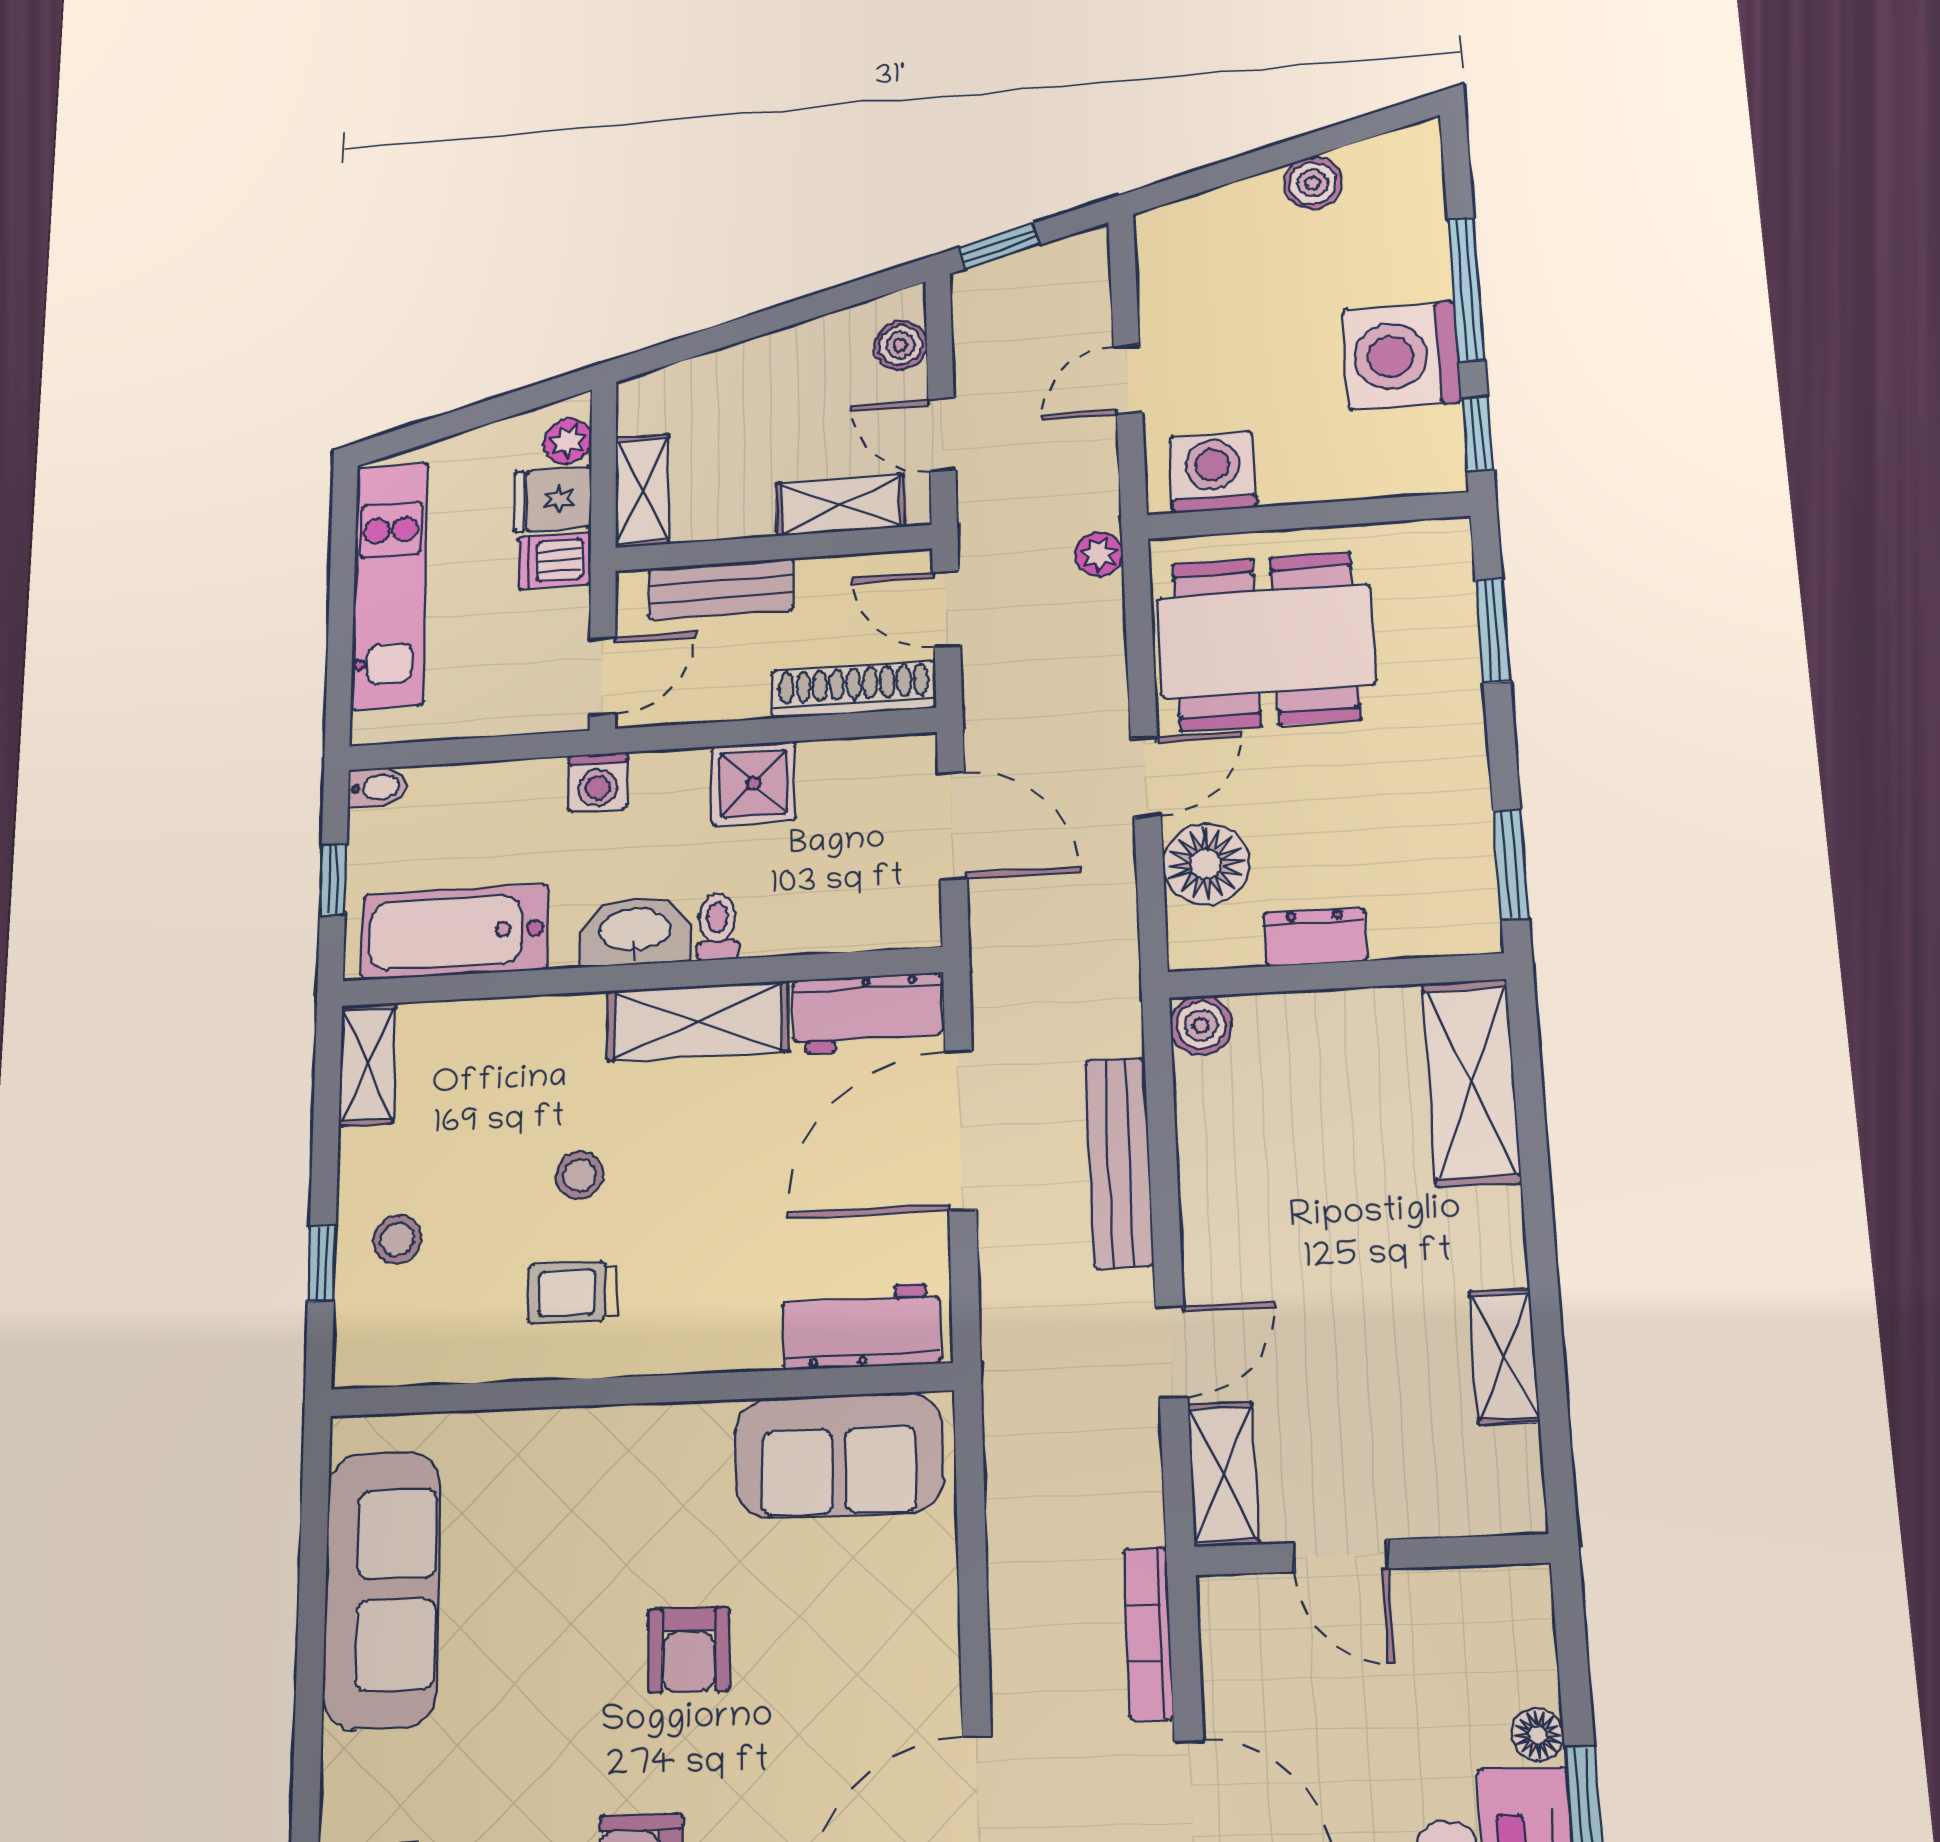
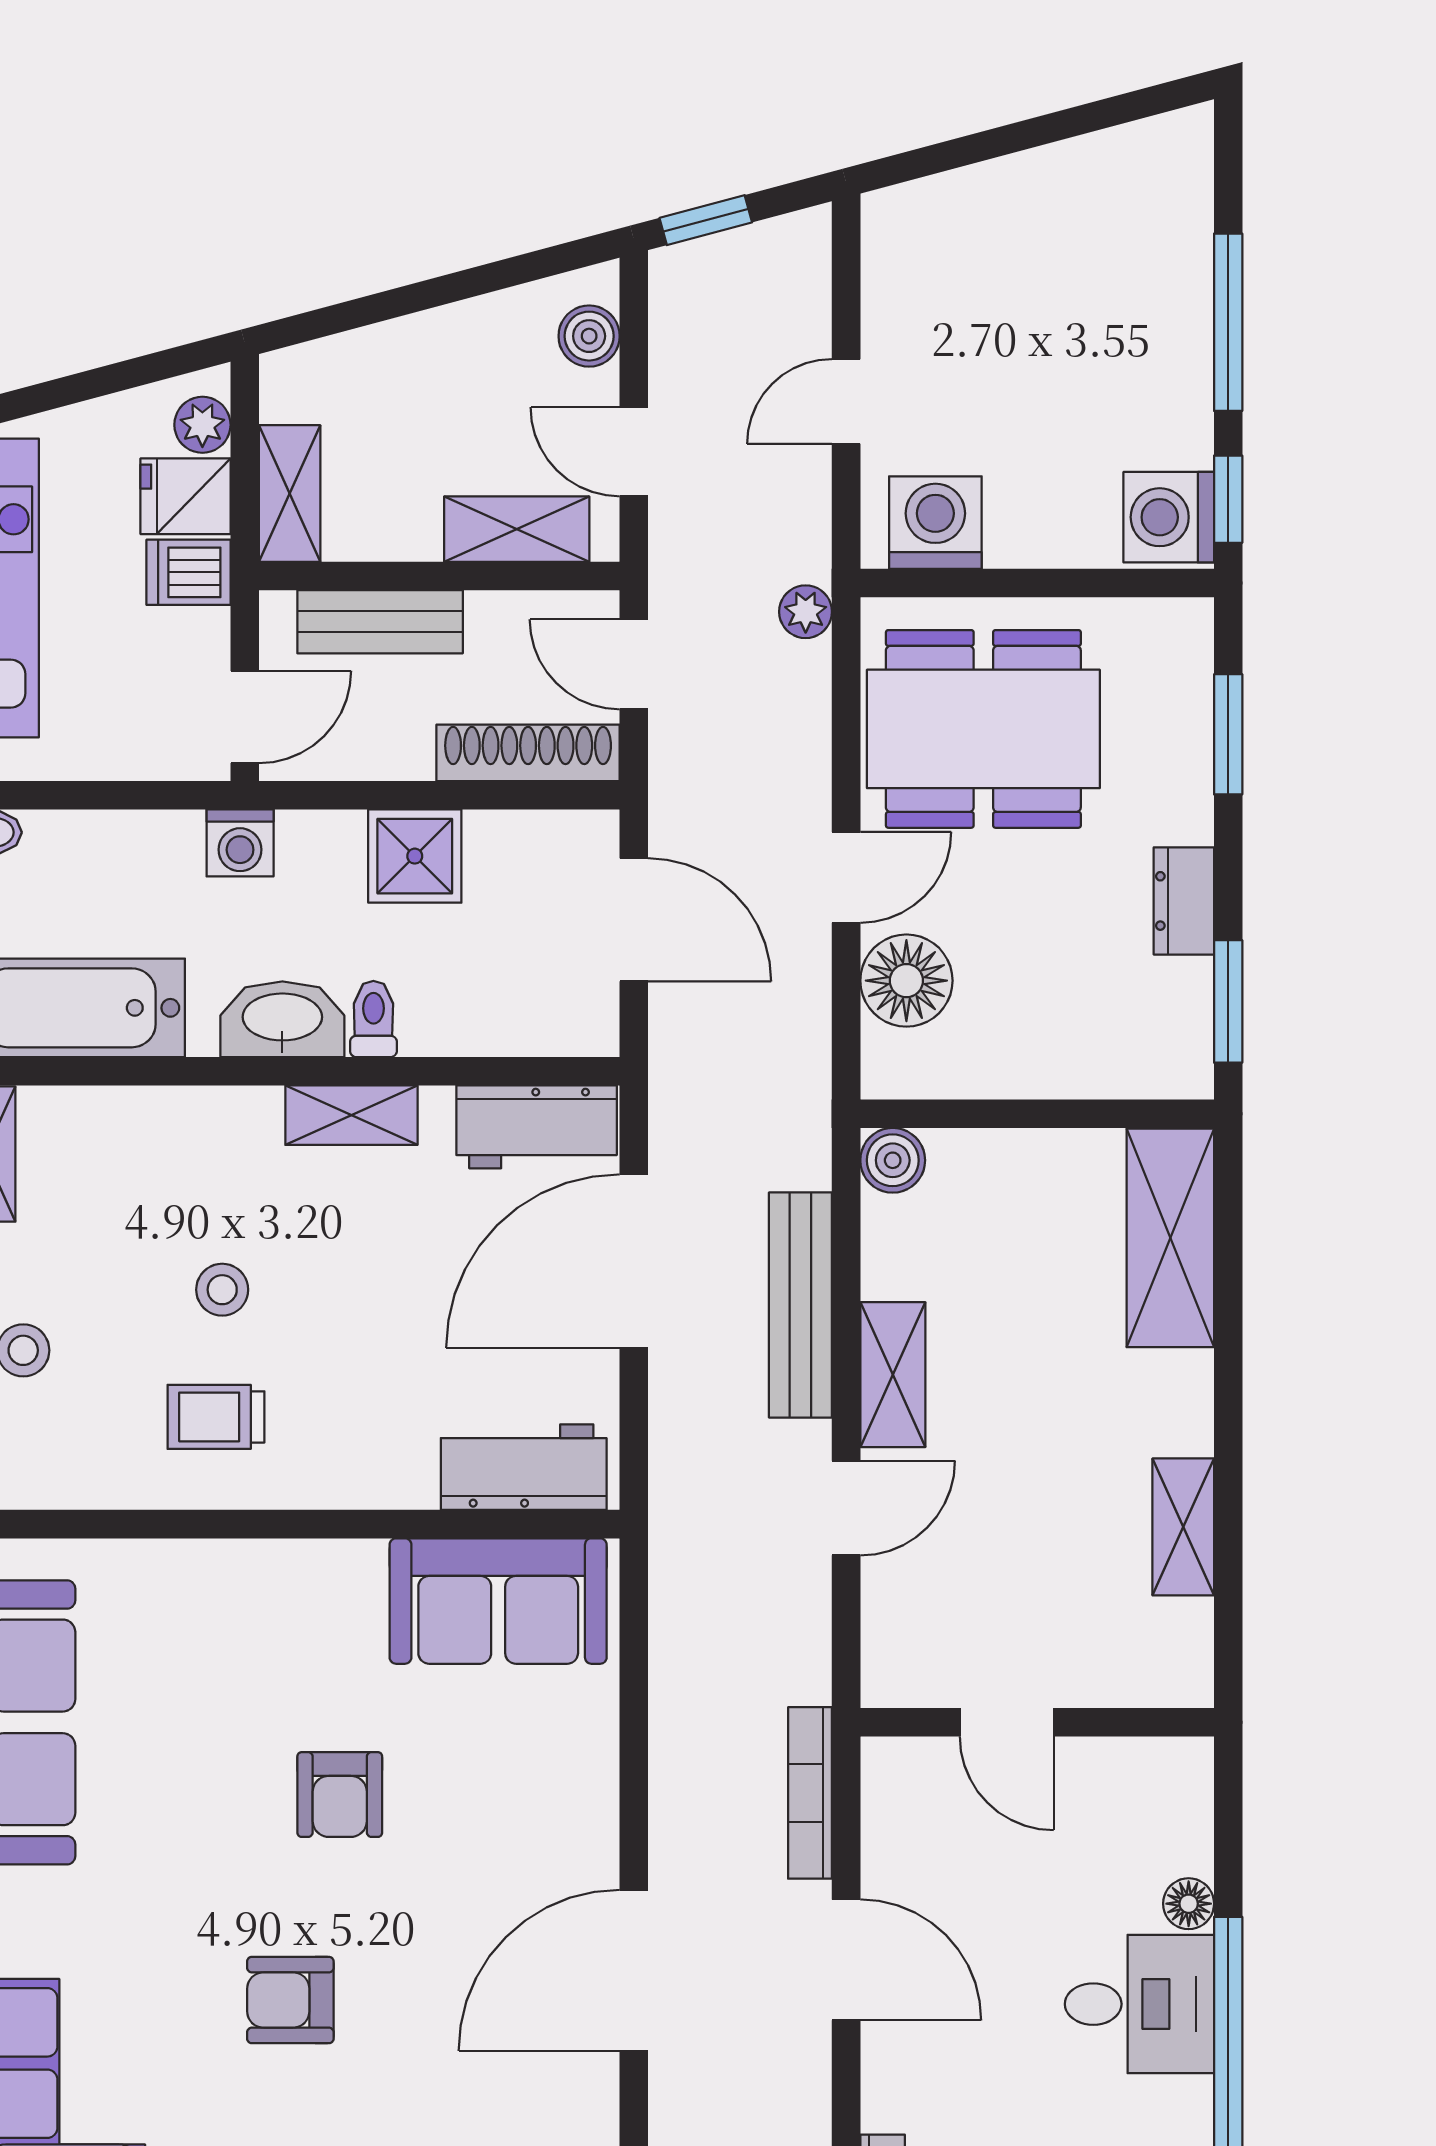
boiler: (1313, 183) -> (1066, 173), removed
washing machine: (1402, 356) -> (1169, 517), moved, width x0.73, depth x0.73
dresser: (1315, 937) -> (1184, 901), moved, turned -90
shelving: (698, 1021) -> (351, 1115), width x0.67, depth x0.75
shelving: (1223, 1474) -> (893, 1375), moved

